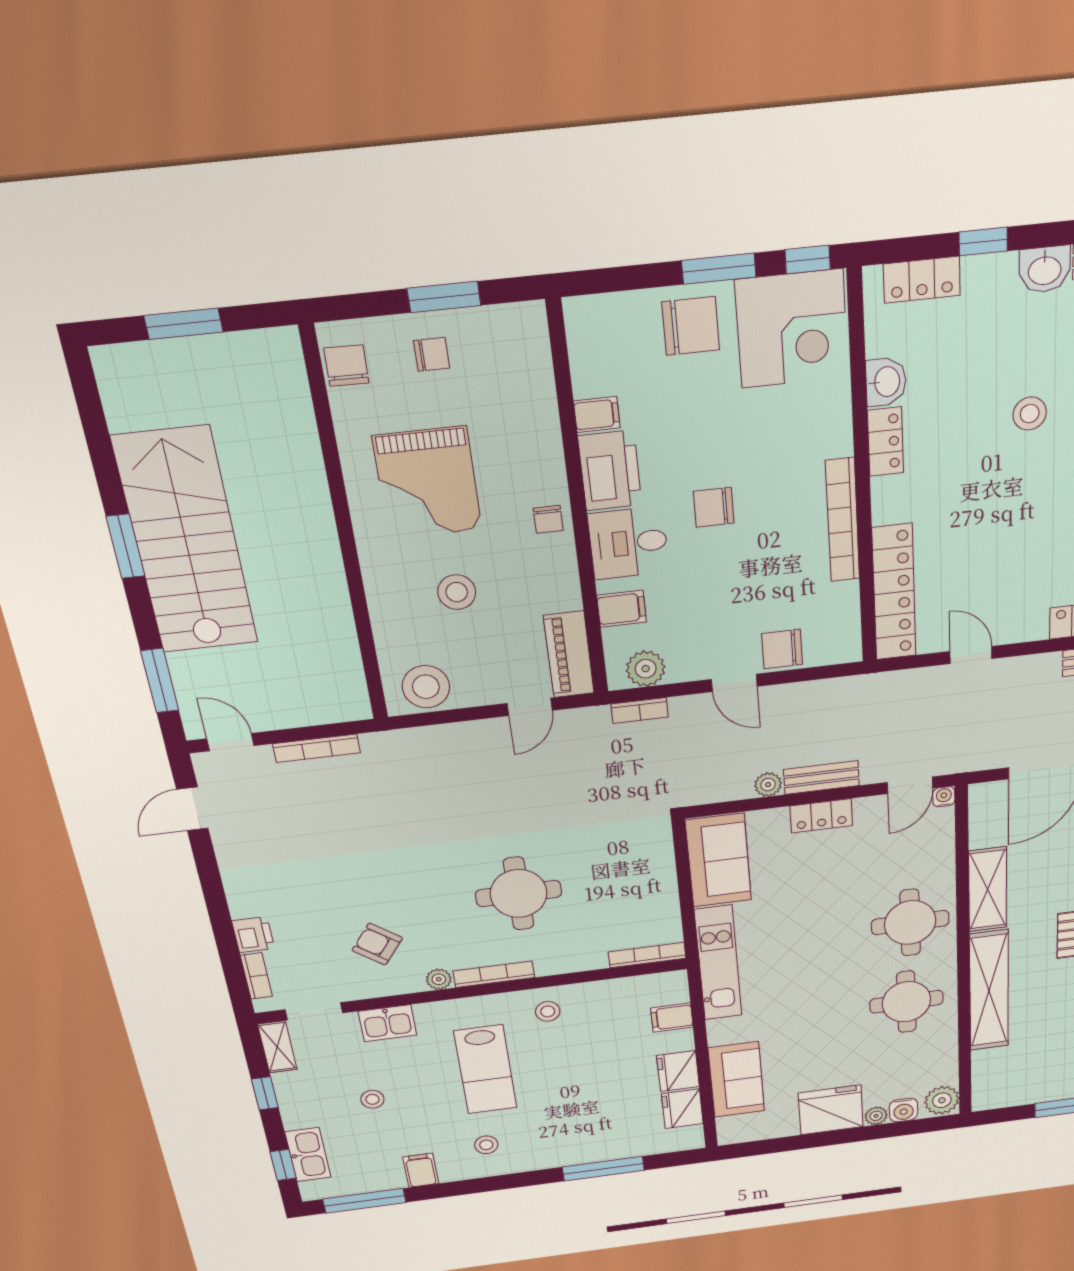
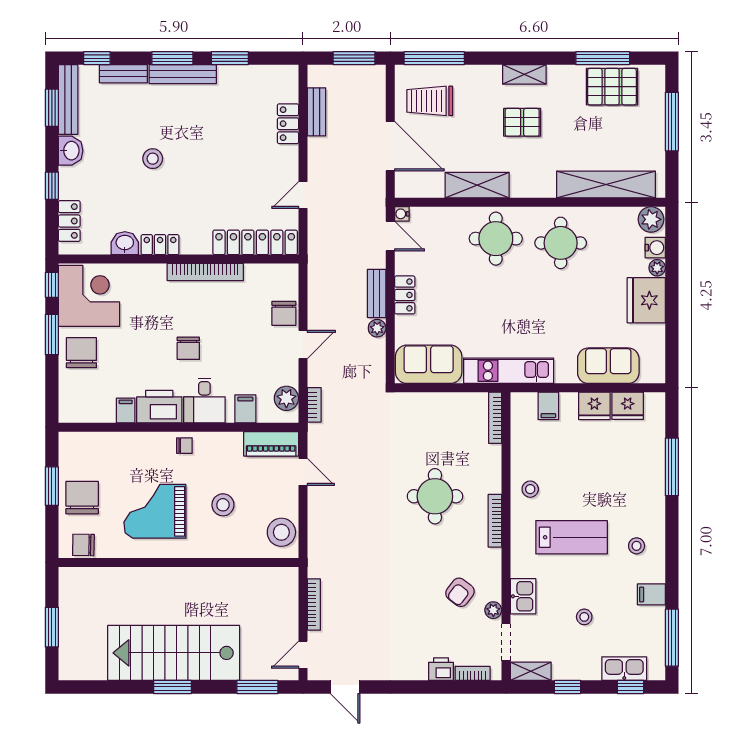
chair: (432, 354) -> (82, 498), width x1.87, depth x1.87
grand piano: (428, 483) -> (155, 511), turned 180
plant: (439, 979) -> (493, 610), moved
shelving: (989, 991) -> (606, 184), moved

